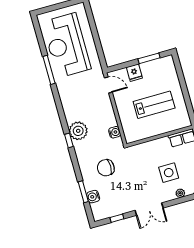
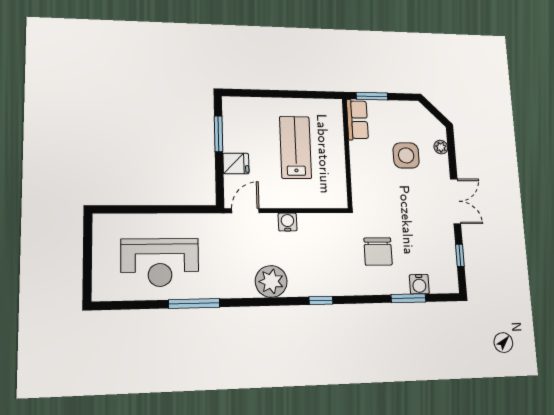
reception desk: (67, 45) -> (160, 262), width x0.74, depth x0.77
plant: (78, 131) -> (271, 281), moved
water cooler: (115, 132) -> (288, 222), moved

